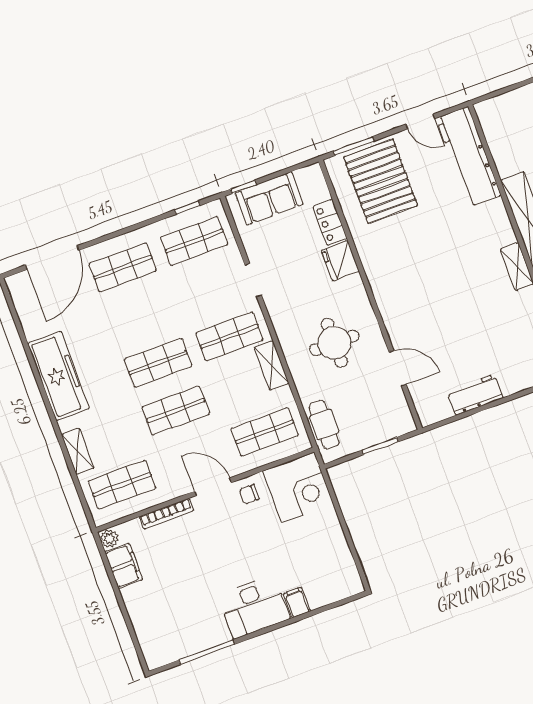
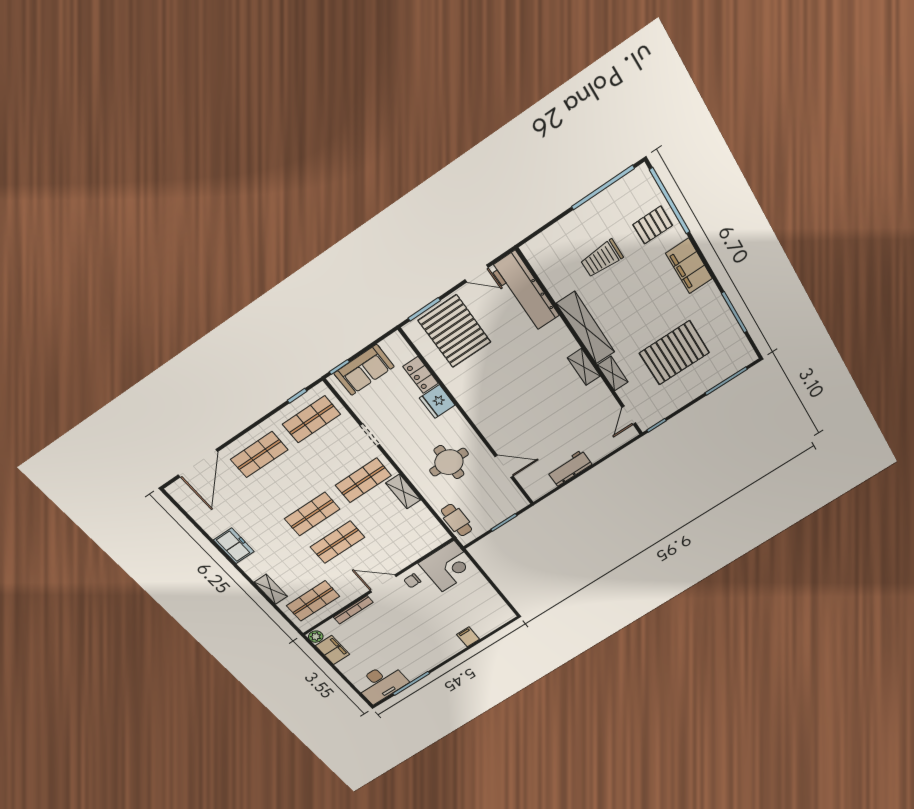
freezer: (58, 376) -> (234, 546), width x0.52, depth x0.79
shop shelf: (265, 432) -> (412, 537), removed
desk: (254, 607) -> (381, 683), moved

